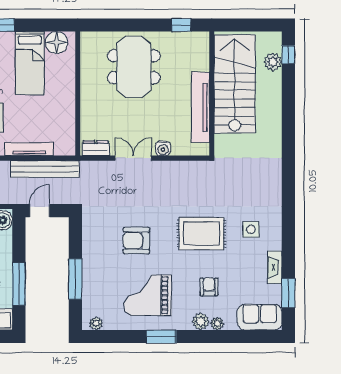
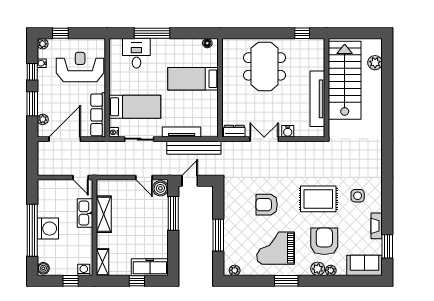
floor lamp: (57, 43) -> (207, 43), width x0.53, depth x0.53
window: (288, 55) -> (387, 57), removed
bed: (30, 63) -> (193, 79), moved, turned 90
window: (19, 284) -> (173, 213), moved
armchair: (209, 287) -> (324, 241), width x1.88, depth x1.88

